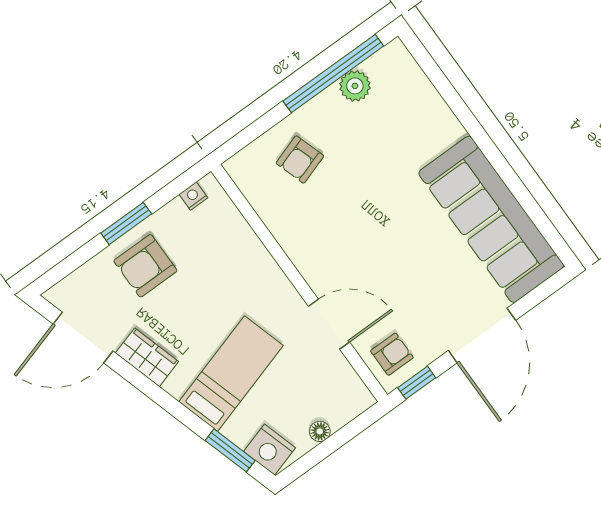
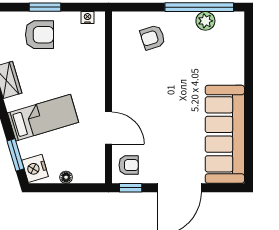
armchair: (145, 266) -> (39, 35), turned 180

